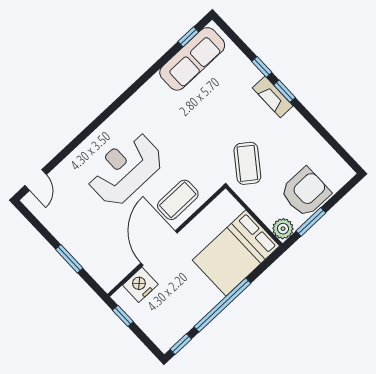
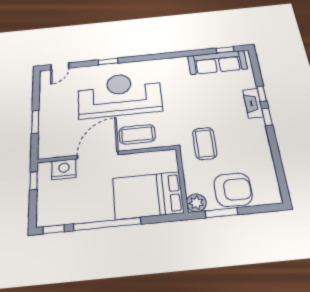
fireplace: (273, 97) -> (253, 103), moved
window: (80, 138) -> (108, 62), added
coffee table: (247, 163) -> (205, 143), turned -37
reception desk: (125, 169) -> (120, 95), width x1.36, depth x1.30

